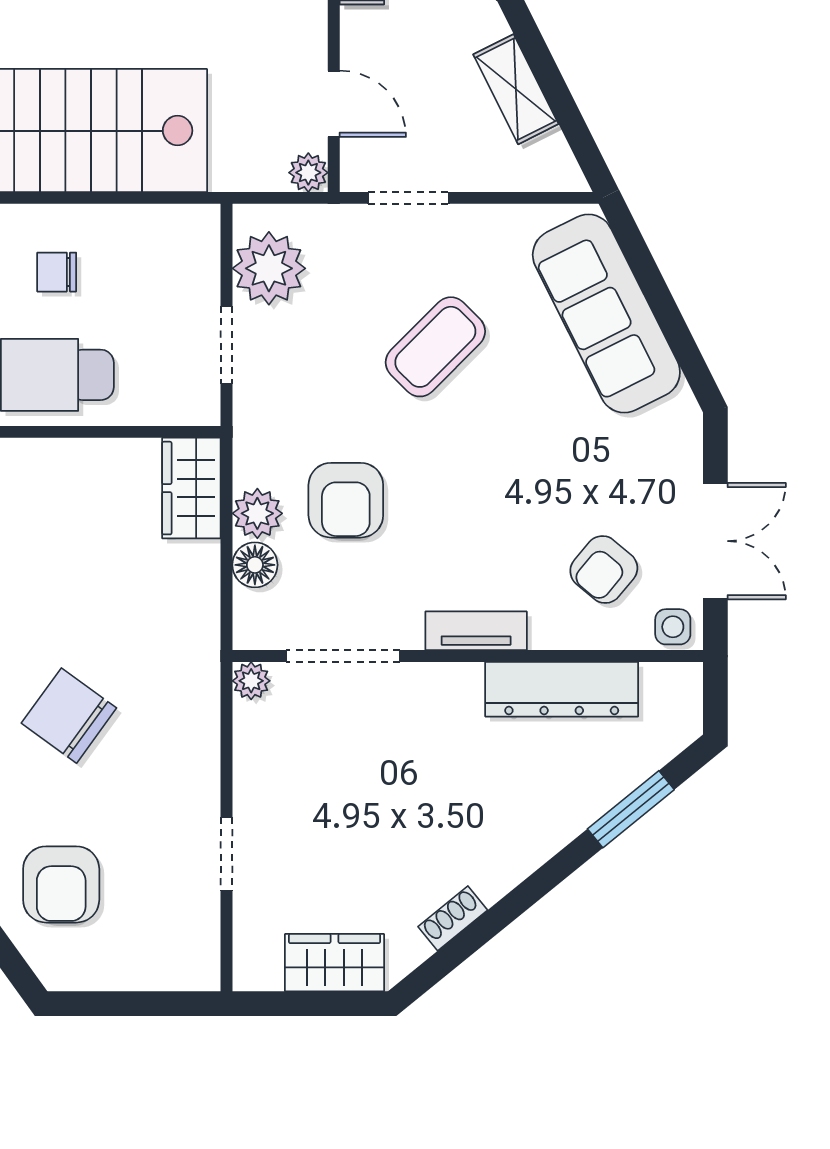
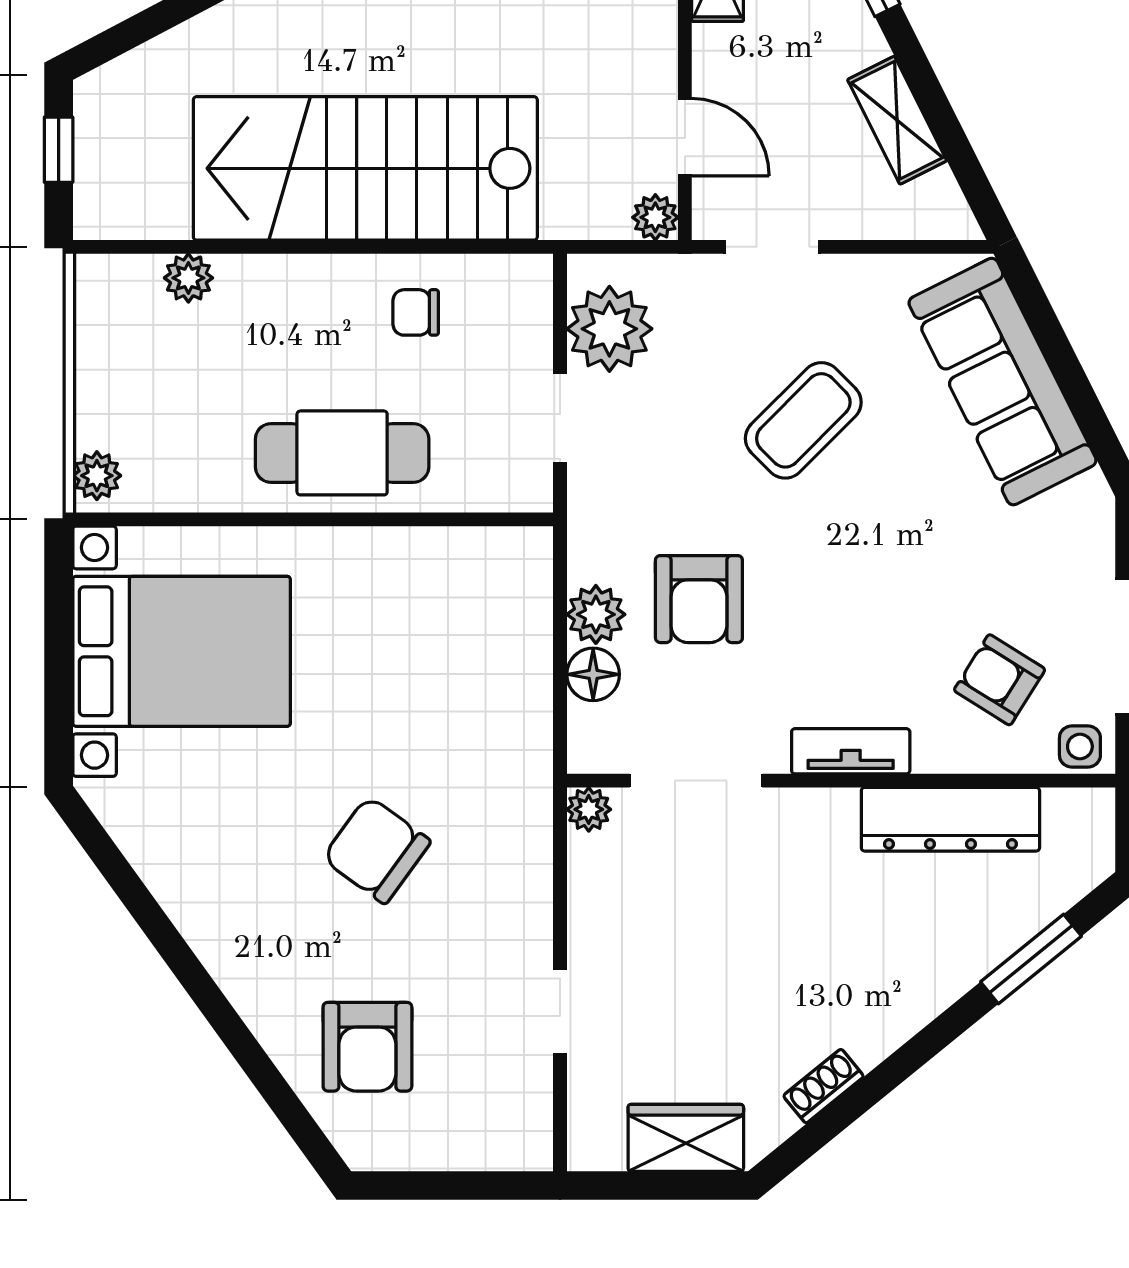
chair: (57, 272) -> (416, 312), moved
wardrobe: (191, 488) -> (519, 585), removed
armchair: (604, 570) -> (1000, 680), turned 82

